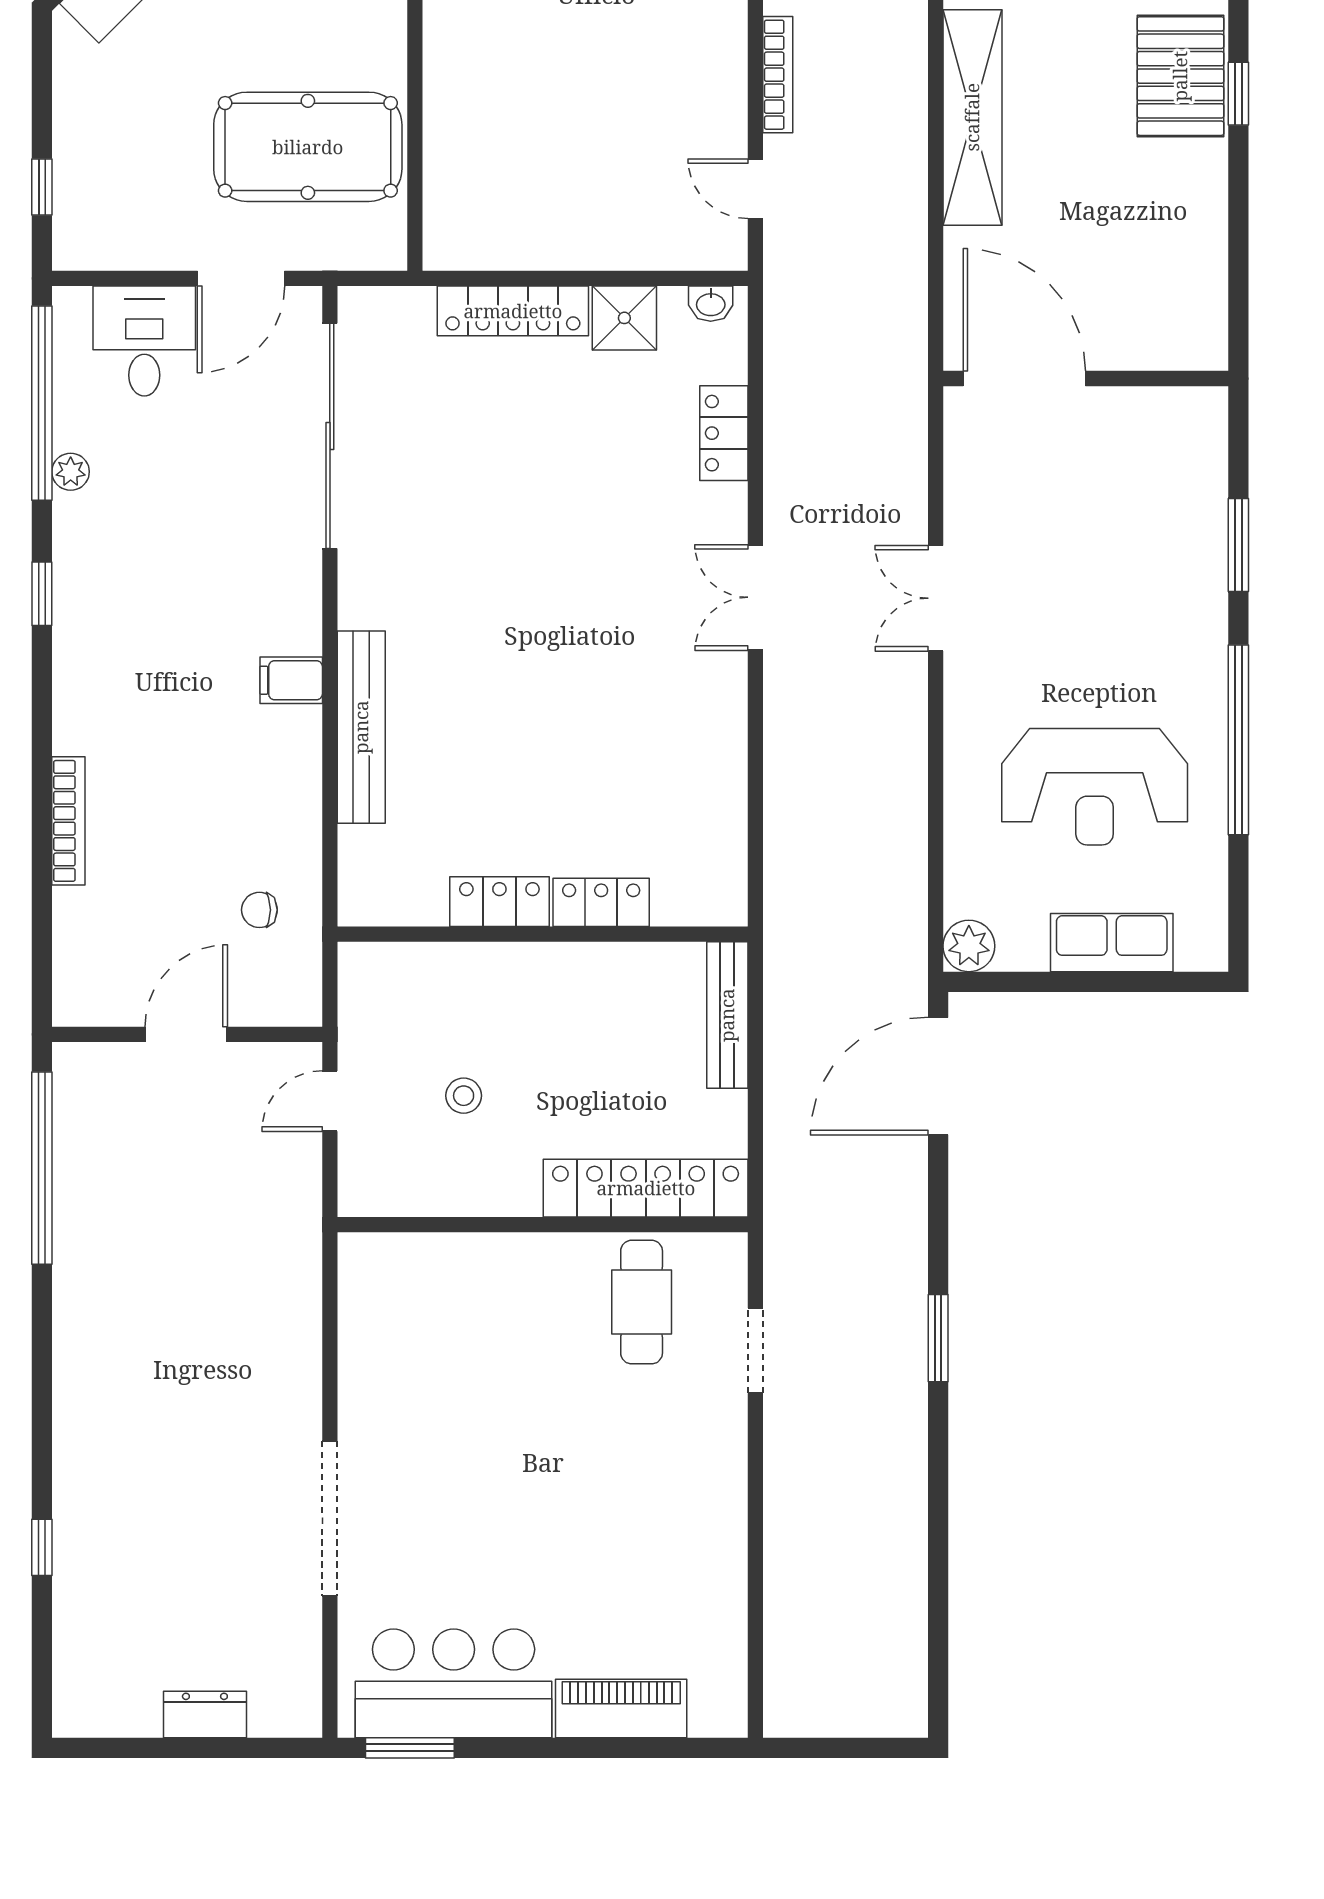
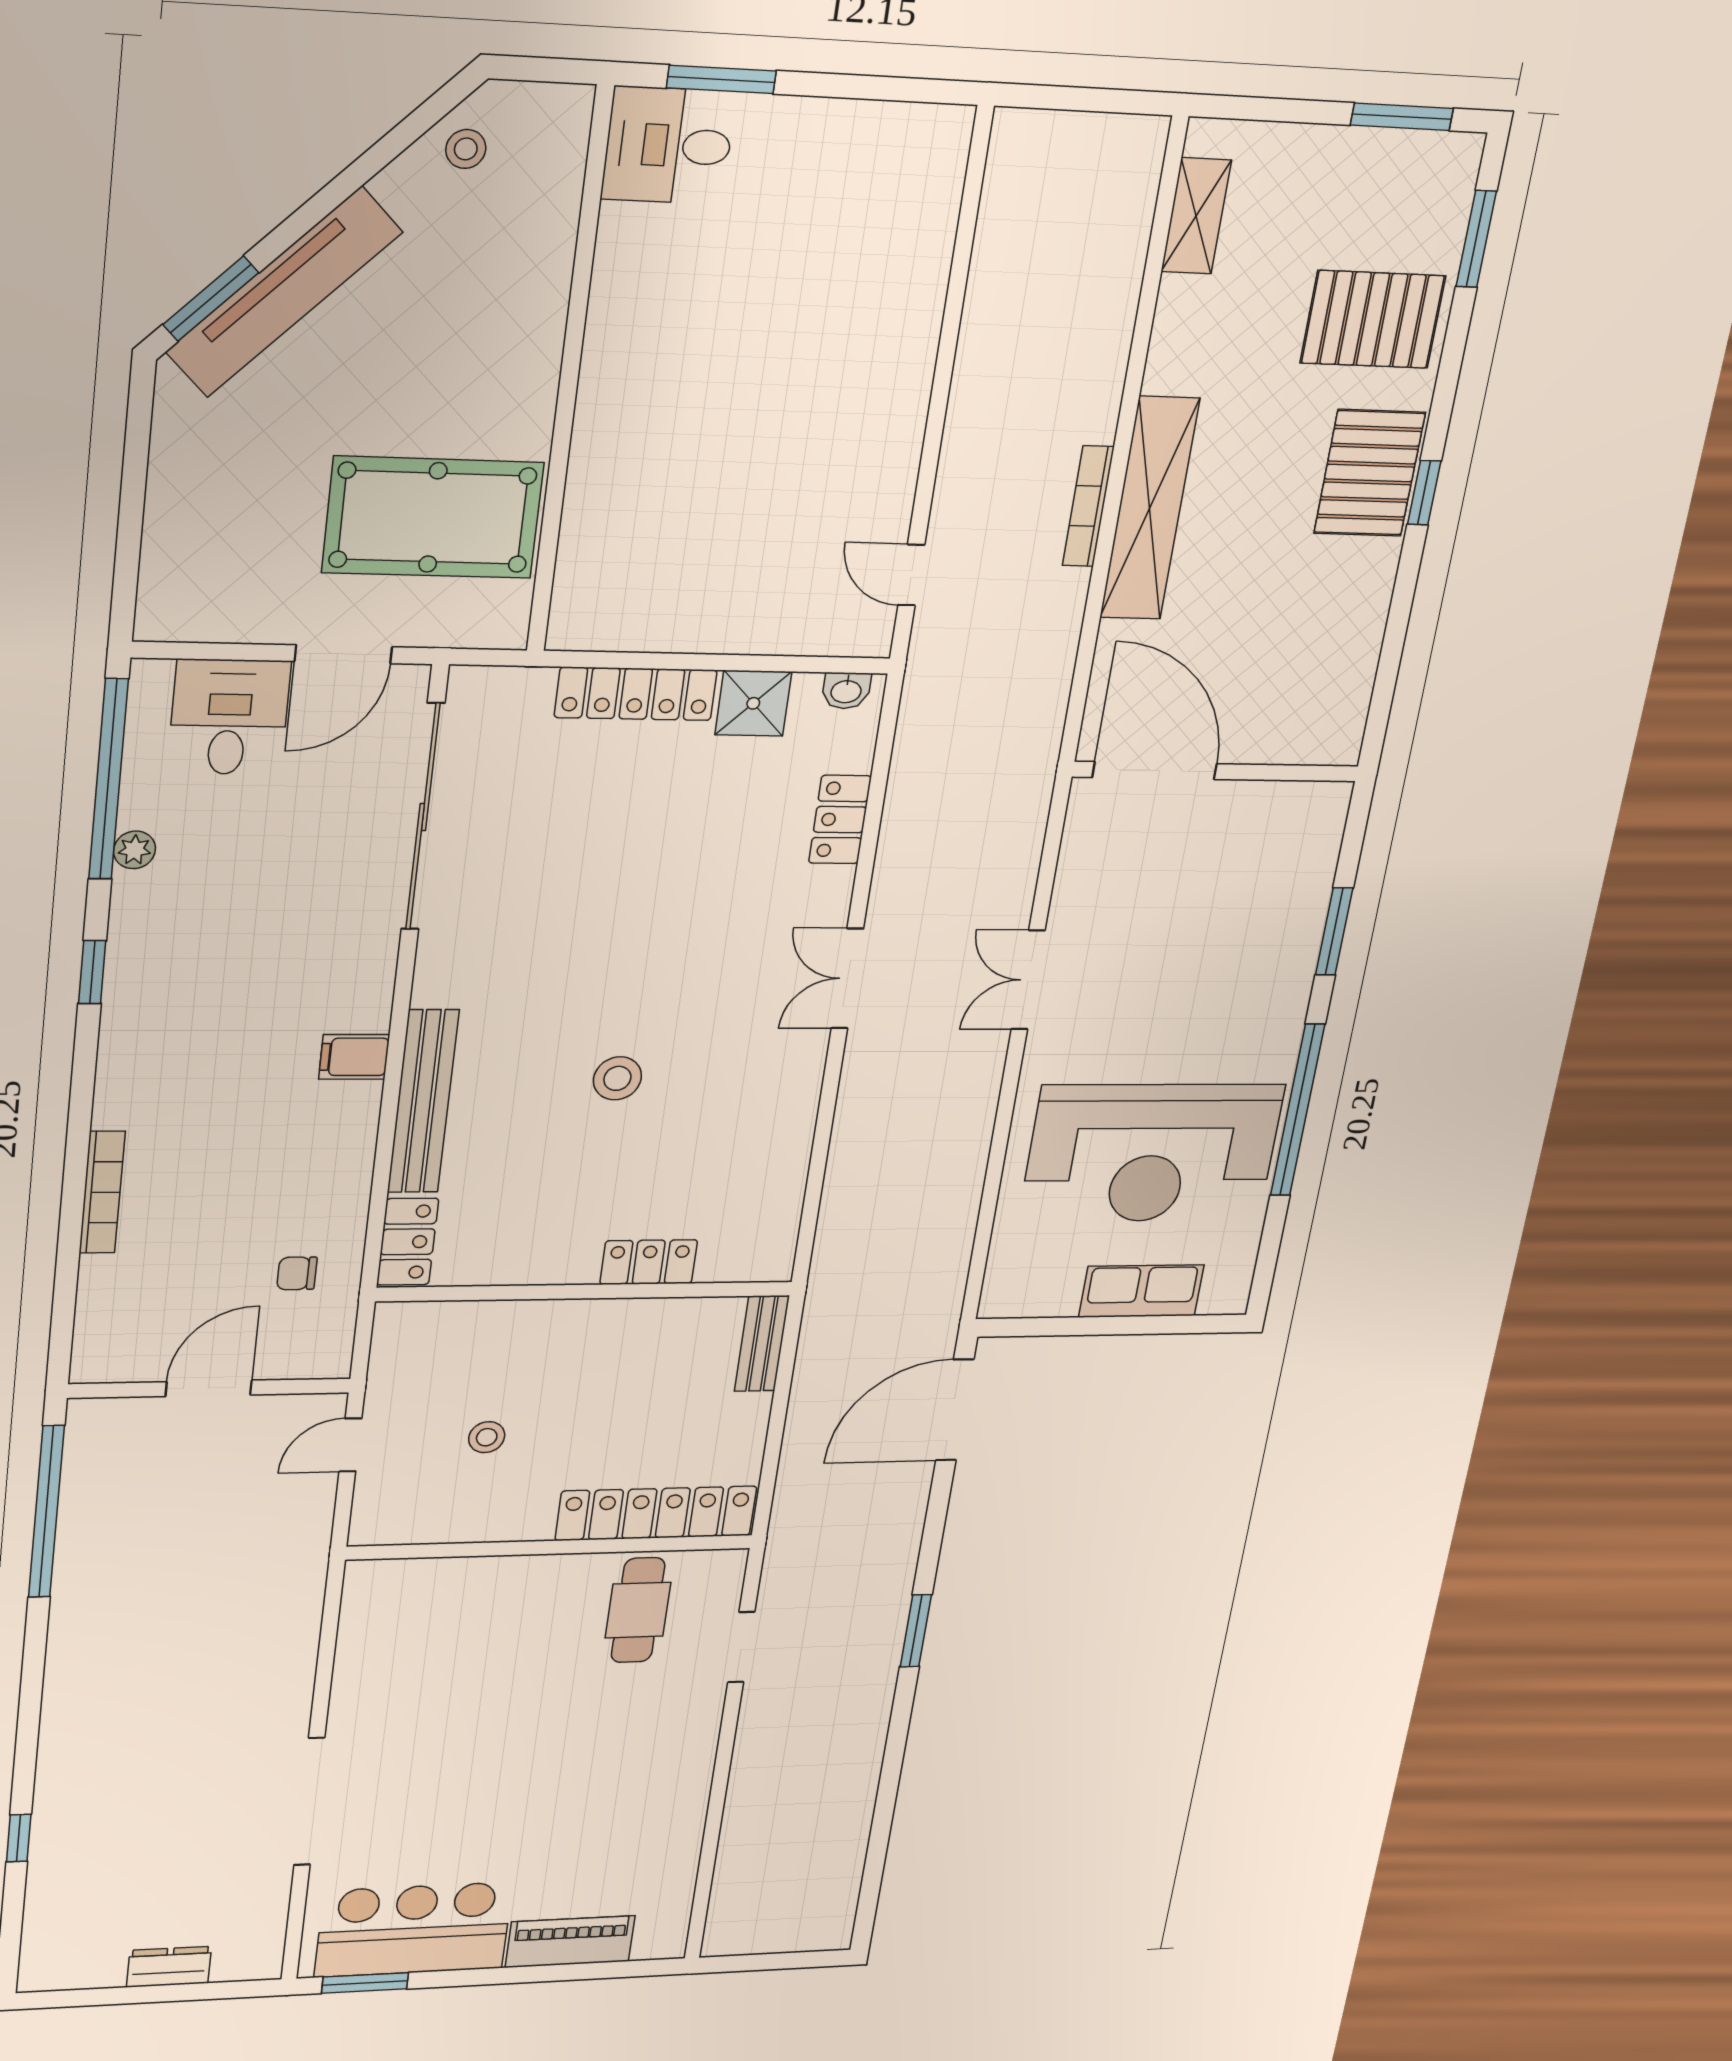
bookcase: (778, 75) -> (1088, 506), moved, turned 180
window: (42, 187) -> (128, 552), removed
stool: (545, 703) -> (617, 1078), added
reception desk: (1095, 787) -> (1152, 1153), width x1.36, depth x1.30
locker: (499, 902) -> (408, 1242), moved, turned 90
plant: (969, 946) -> (1004, 1296), removed
bench: (727, 1015) -> (762, 1344), width x0.73

